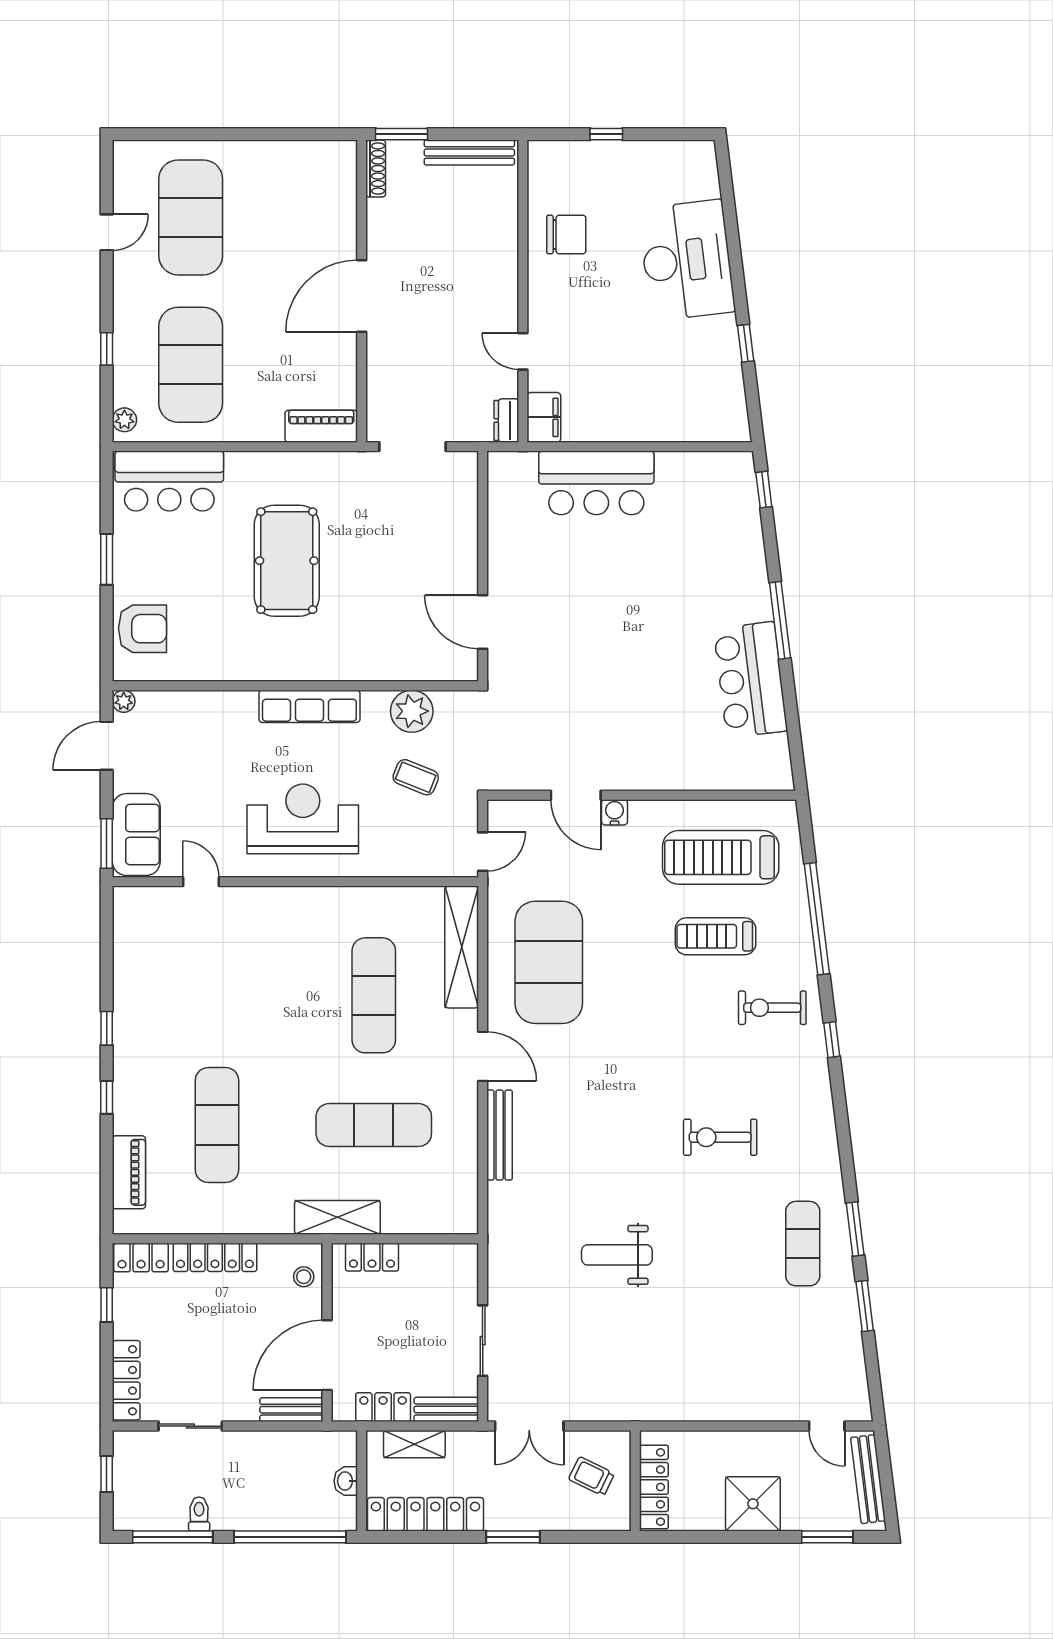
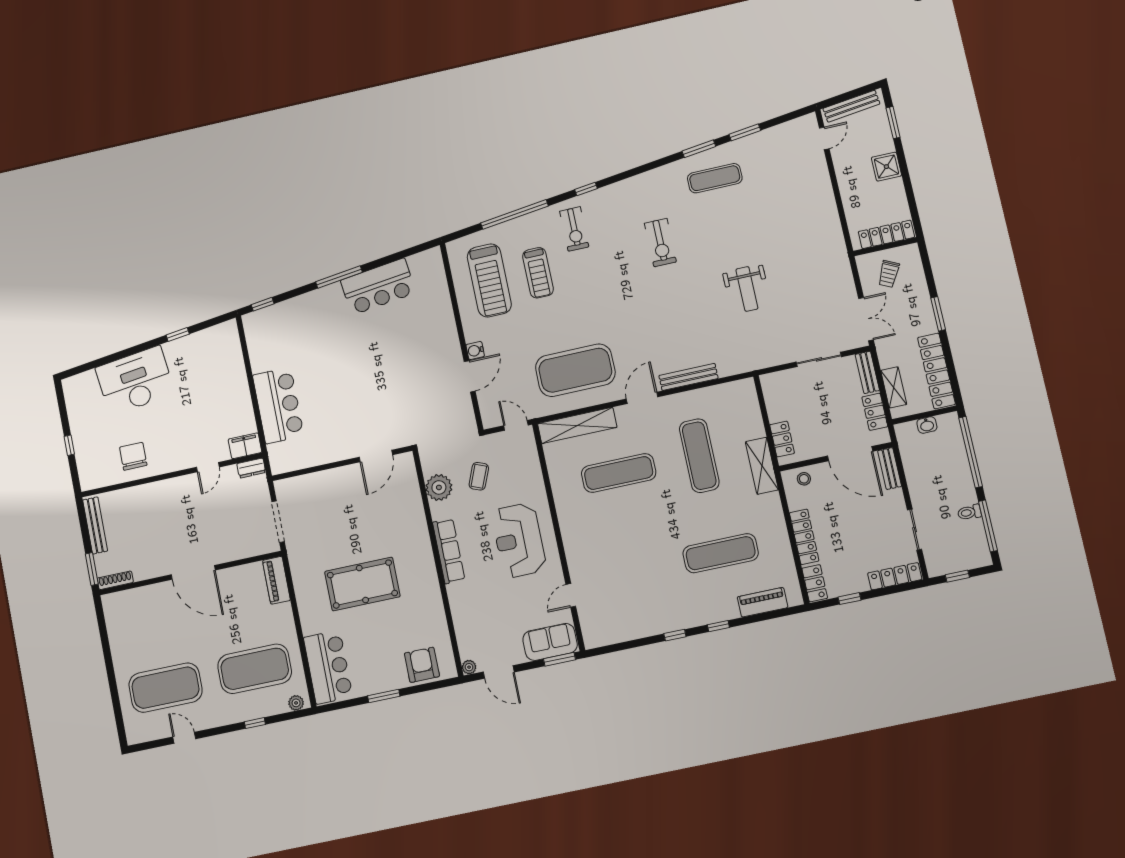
shower: (753, 1504) -> (886, 167), width x0.73, depth x0.73

